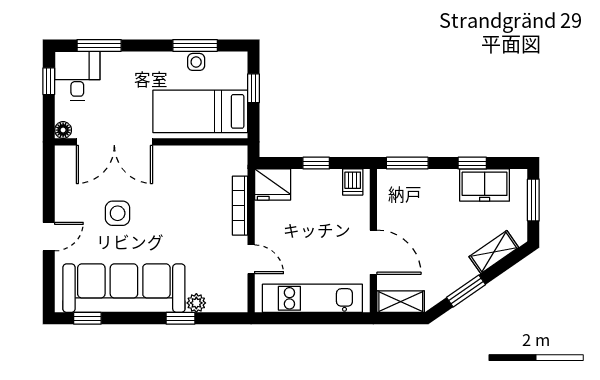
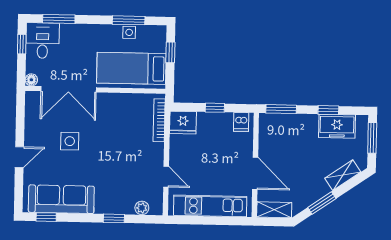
bookcase: (240, 206) -> (159, 120), moved
sofa: (124, 288) -> (61, 199), width x0.74, depth x0.79
plant: (196, 303) -> (142, 208), moved

